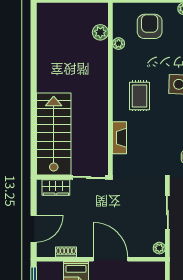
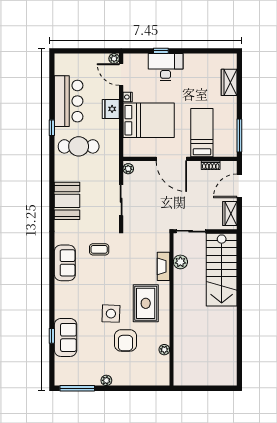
armchair: (150, 26) -> (125, 340), moved
plant: (100, 32) -> (180, 262), moved
rug: (140, 96) -> (146, 303), width x1.36, depth x1.43
wardrobe: (56, 188) -> (230, 213), moved, turned -90

